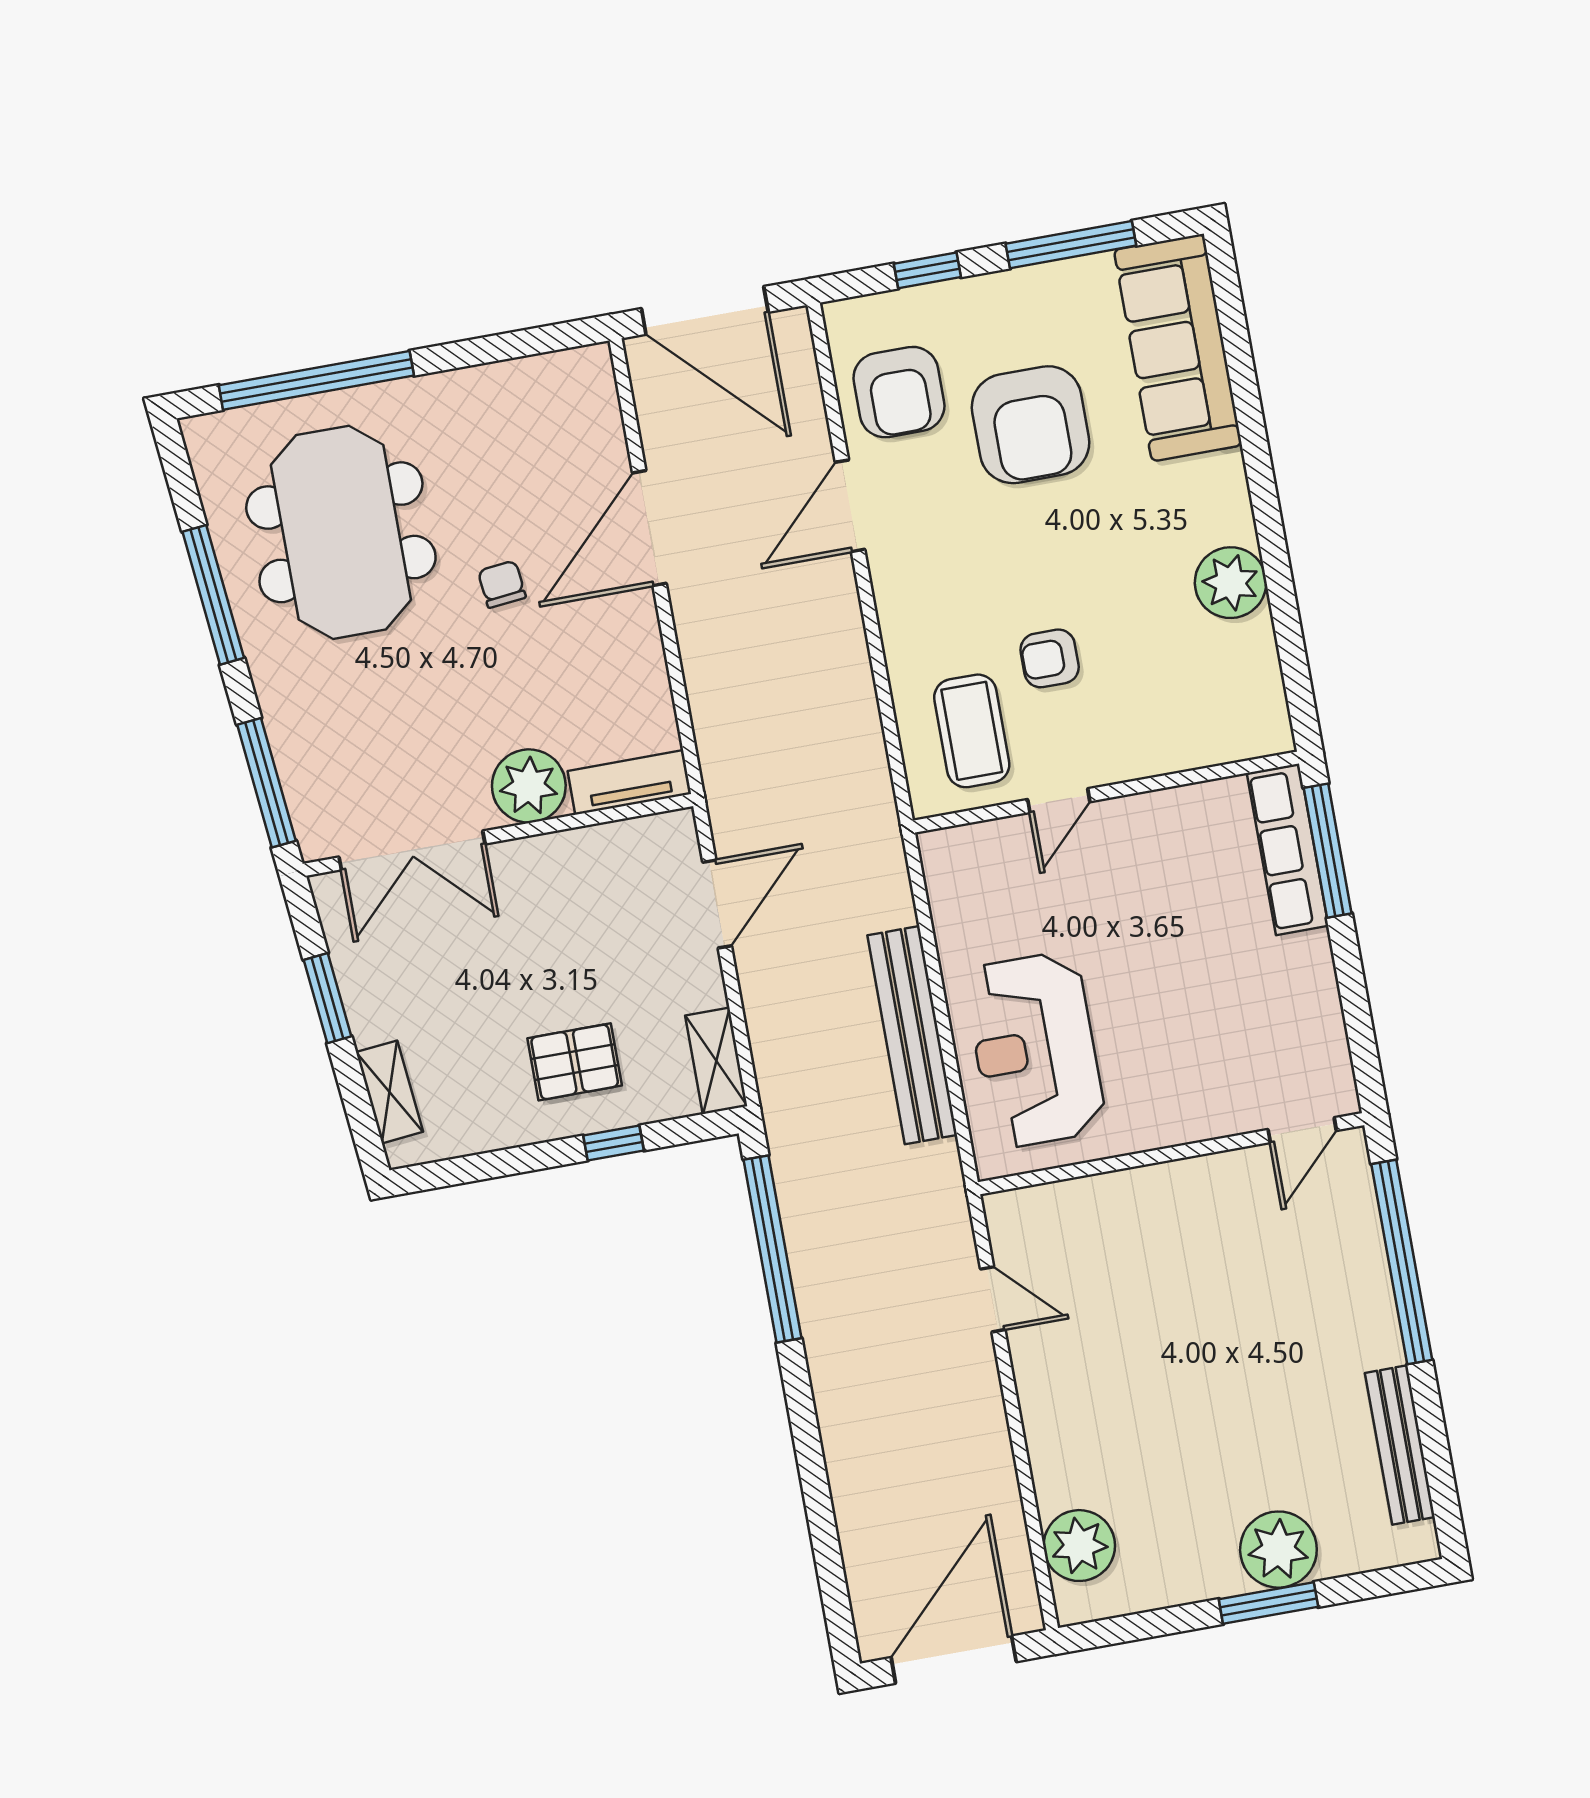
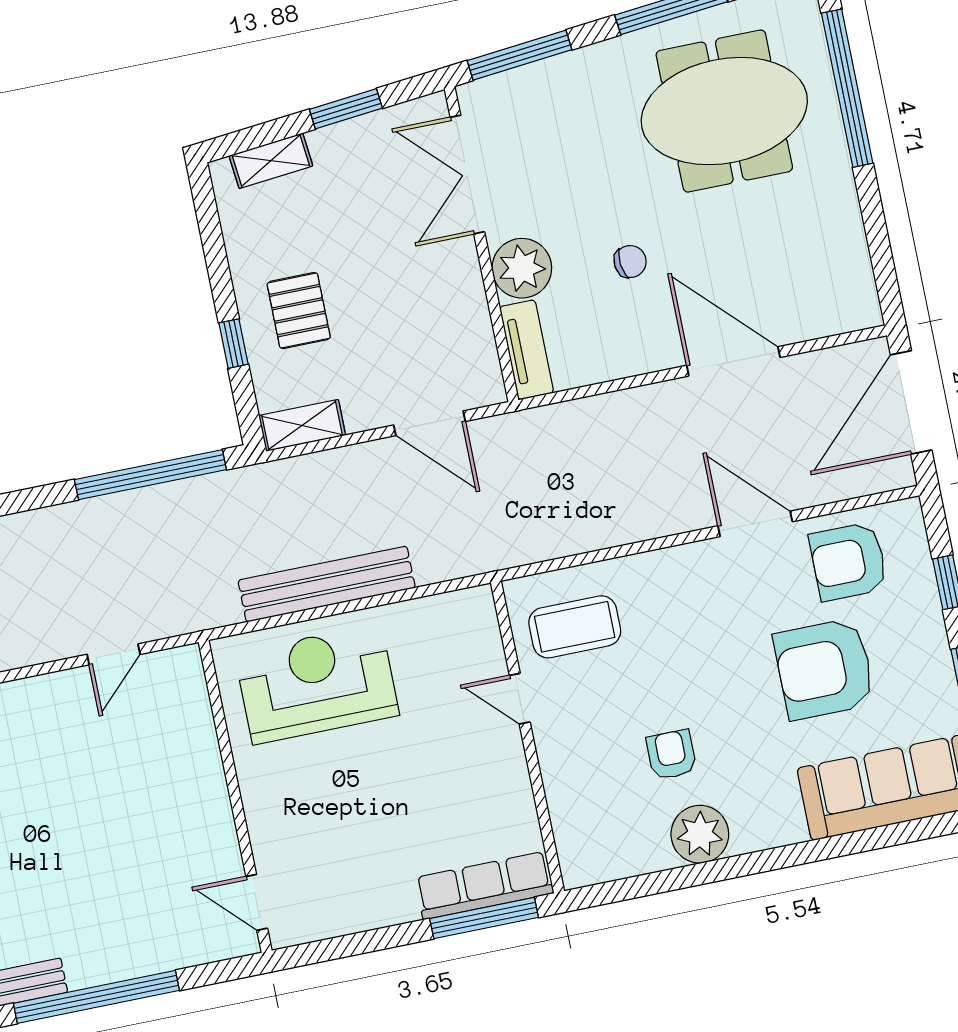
chair: (502, 584) -> (630, 262), moved
armchair: (1050, 658) -> (671, 755), moved
window: (1402, 1262) -> (96, 997), moved

